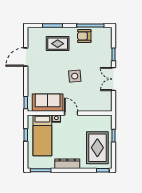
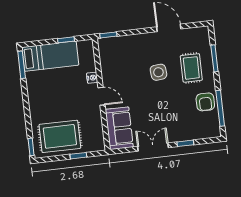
armchair: (84, 36) -> (205, 102), turned 180
side table: (75, 76) -> (158, 72), moved
sofa: (48, 103) -> (119, 128), moved
door: (71, 113) -> (101, 96), hinge flipped
bed: (42, 135) -> (50, 56), moved, turned 180
dresser: (67, 164) -> (34, 99), removed

